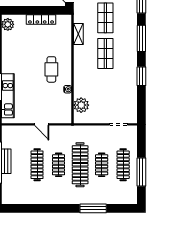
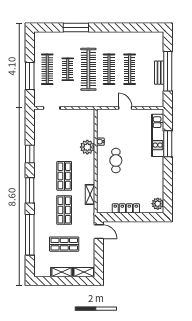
plant: (81, 105) -> (87, 147), moved
clothes rail: (59, 165) -> (109, 69), width x1.36
window: (141, 172) -> (30, 76), moved

